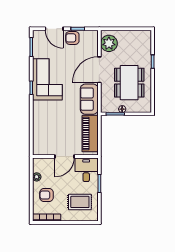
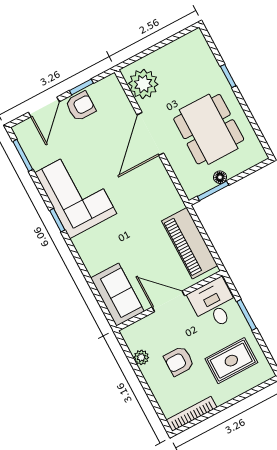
door: (54, 29) -> (44, 107), hinge flipped
armchair: (72, 38) -> (81, 106), turned 180
sofa: (89, 99) -> (117, 295), moved, turned 180
door: (65, 157) -> (168, 301), swing flipped
armchair: (46, 195) -> (179, 361), moved

